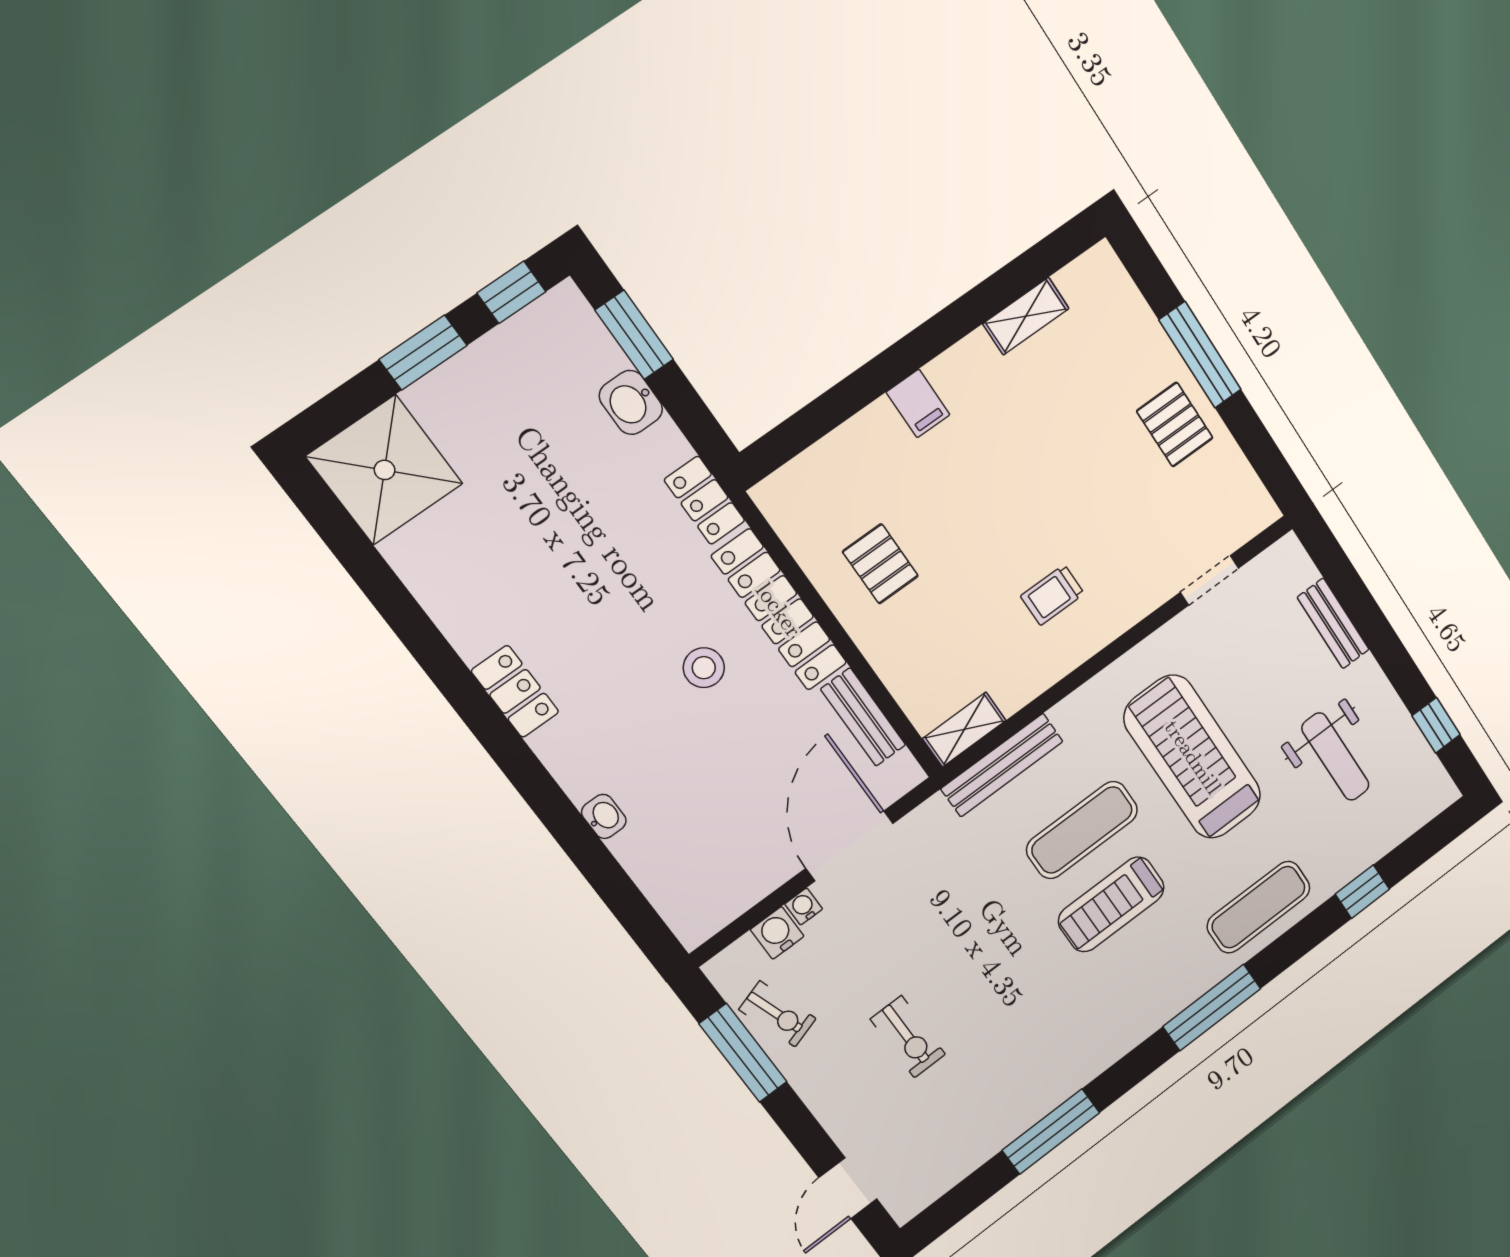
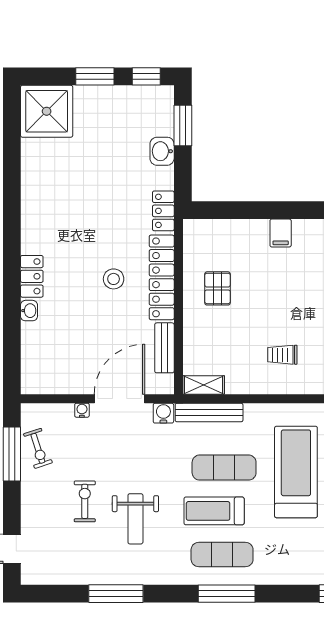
locker: (515, 691) -> (32, 276), moved
exercise mat: (1259, 907) -> (222, 555), moved
water cooler: (777, 933) -> (163, 413), moved
weight bench: (1003, 1004) -> (135, 519), added
exercise bike: (908, 1037) -> (85, 501), turned 180

